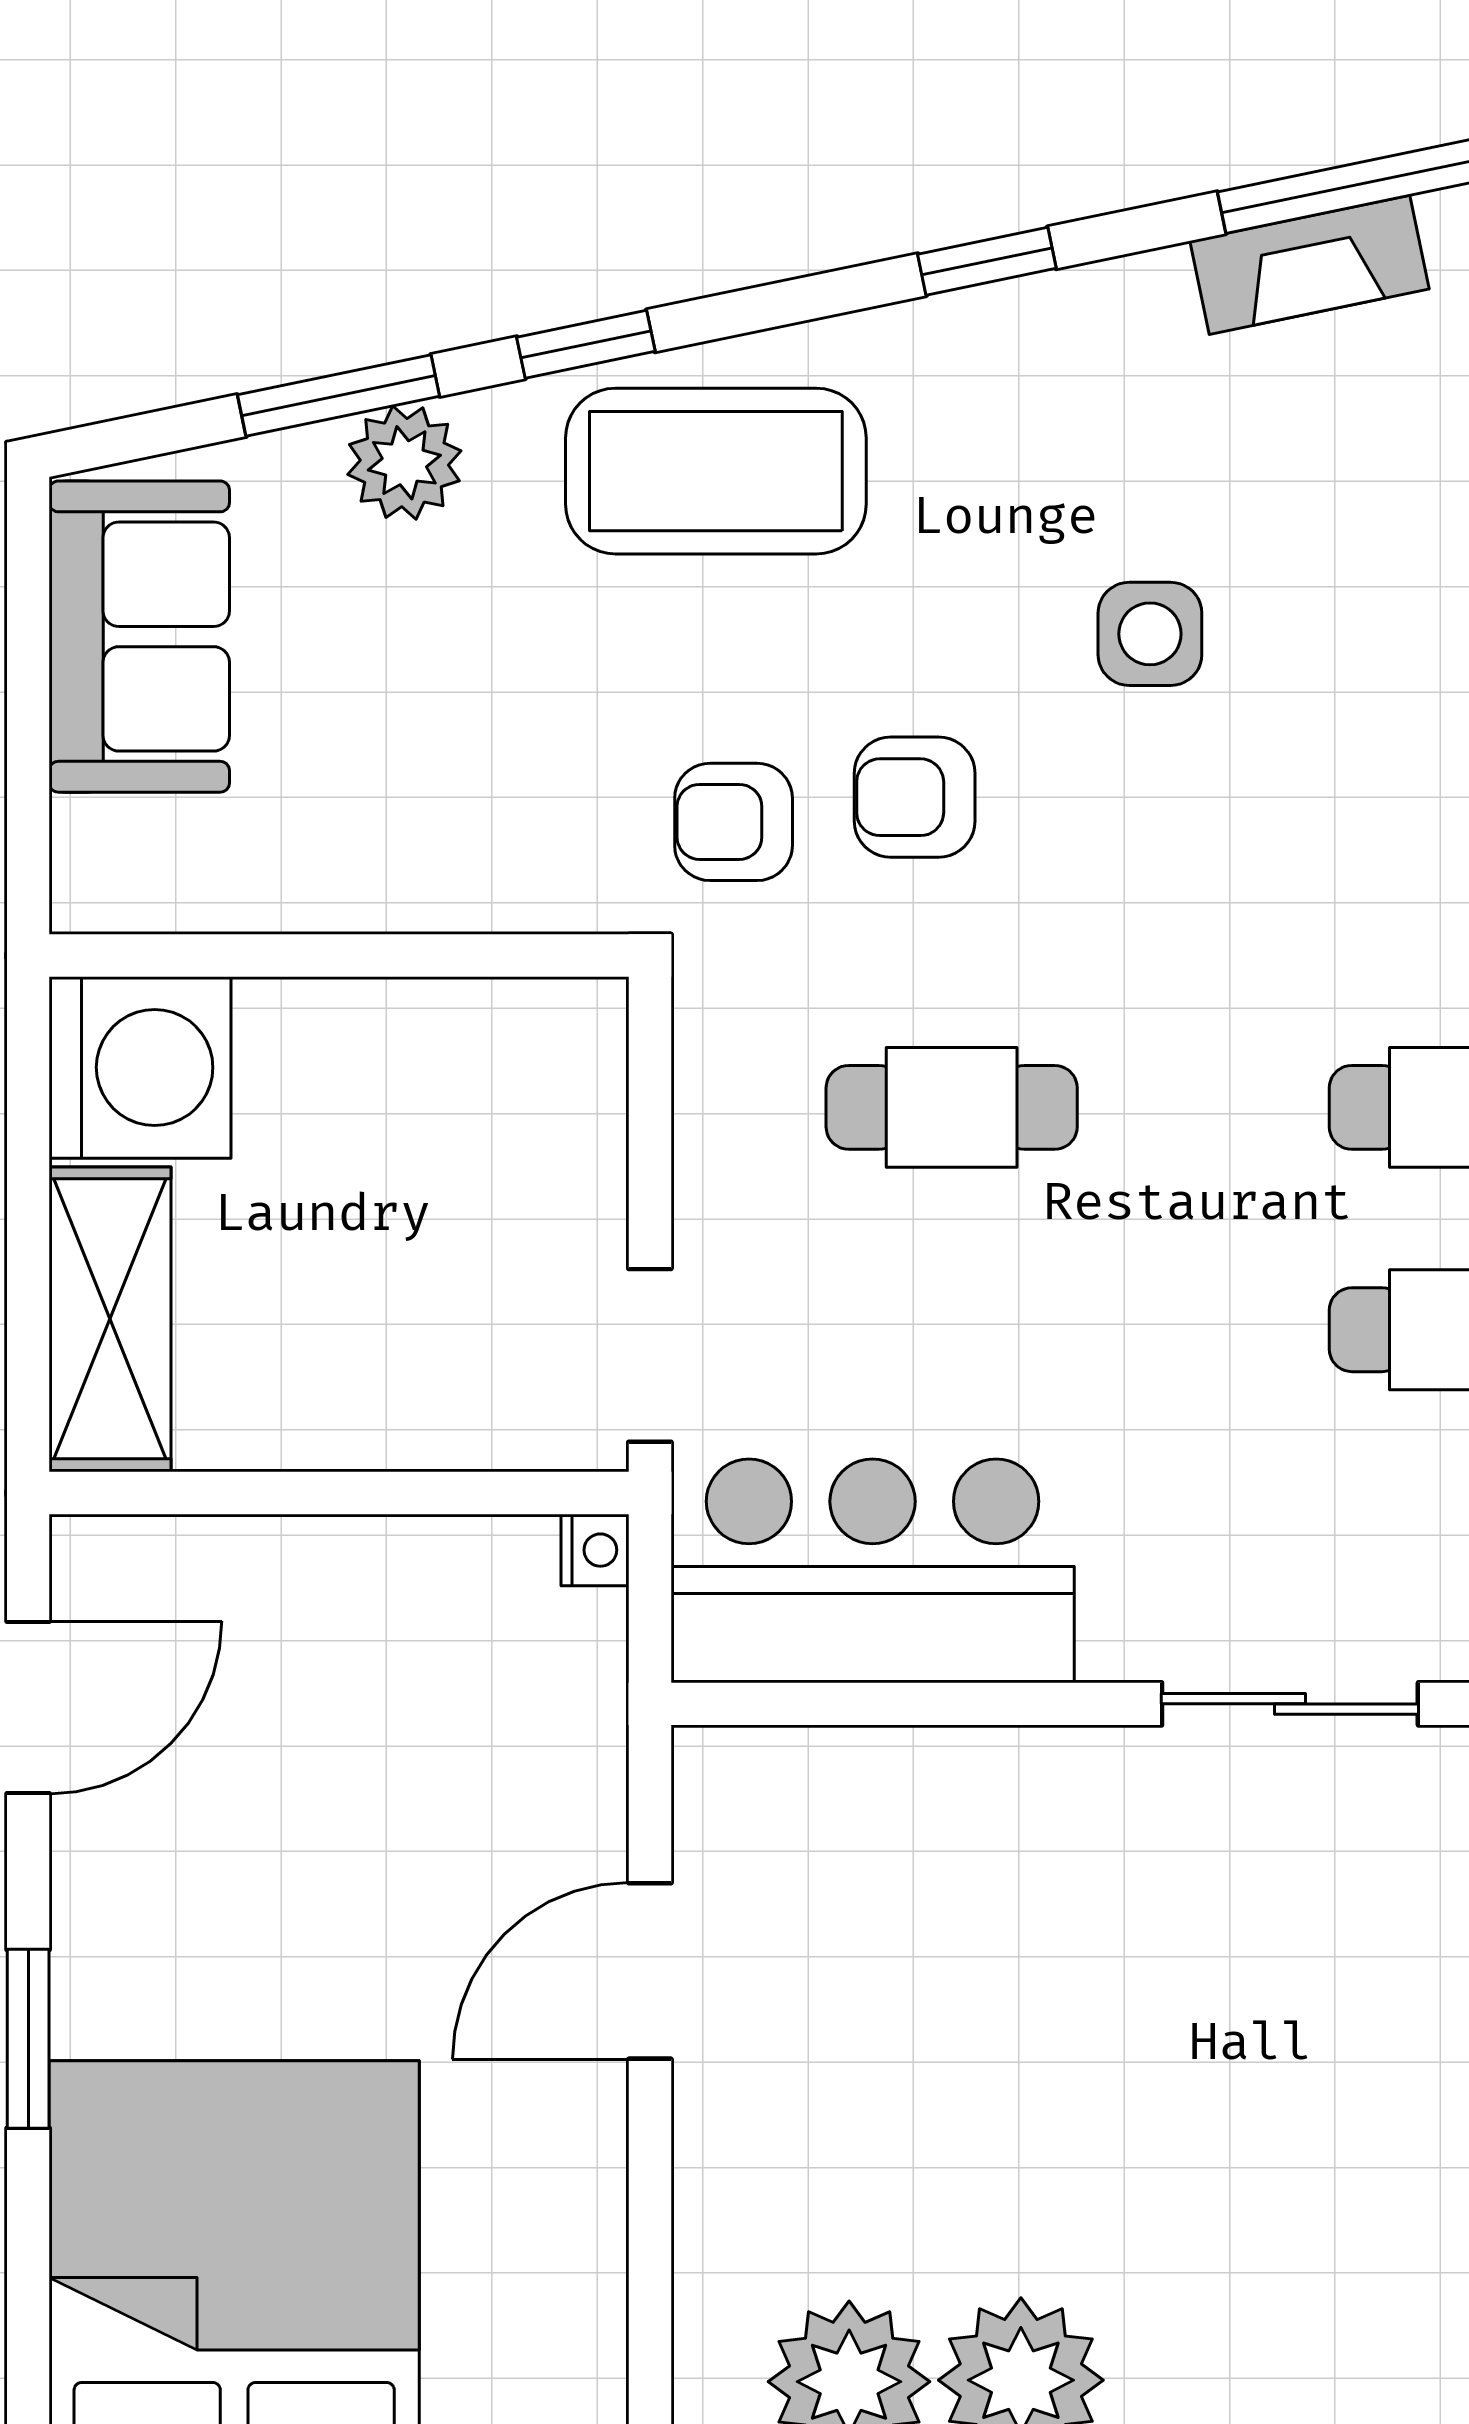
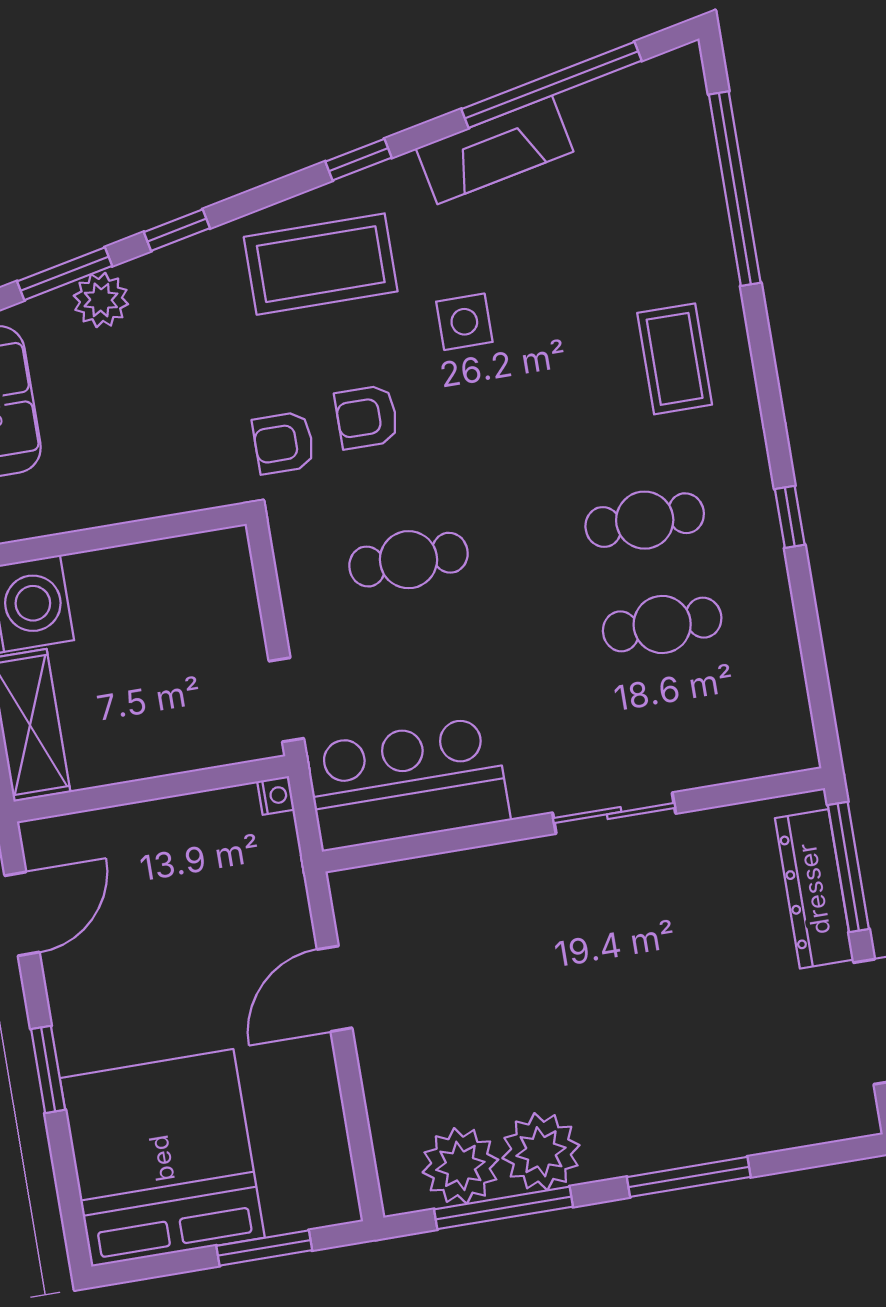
fireplace: (1310, 265) -> (495, 150), width x1.37, depth x1.32
coffee table: (716, 471) -> (321, 264), moved

